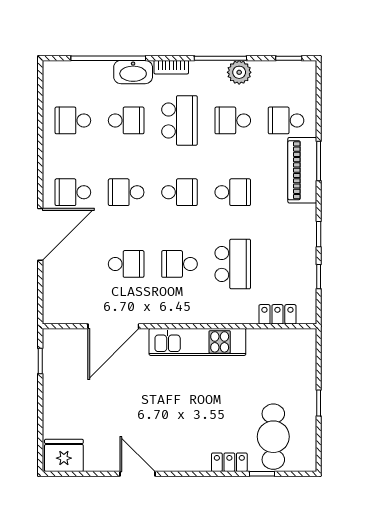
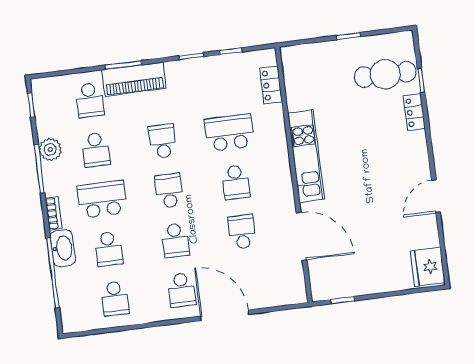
school desk: (126, 120) -> (109, 249), turned 180

